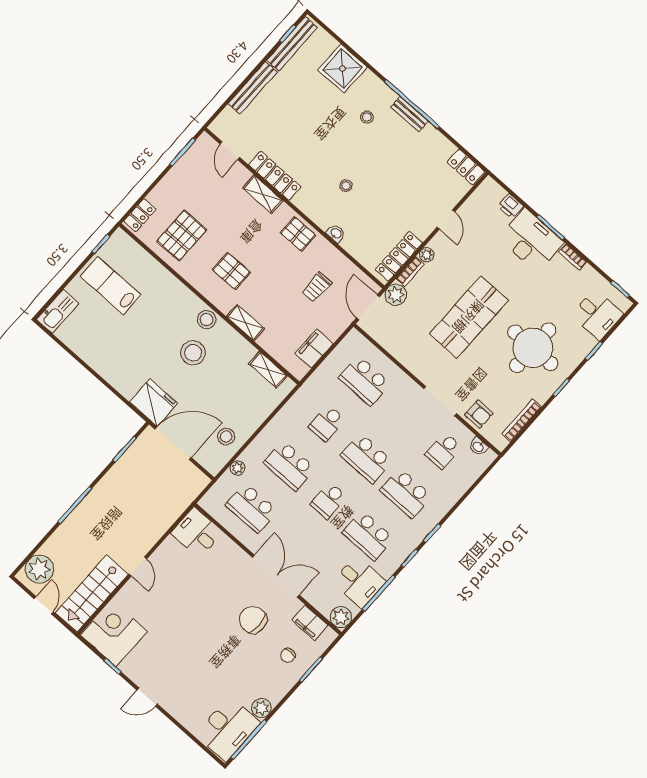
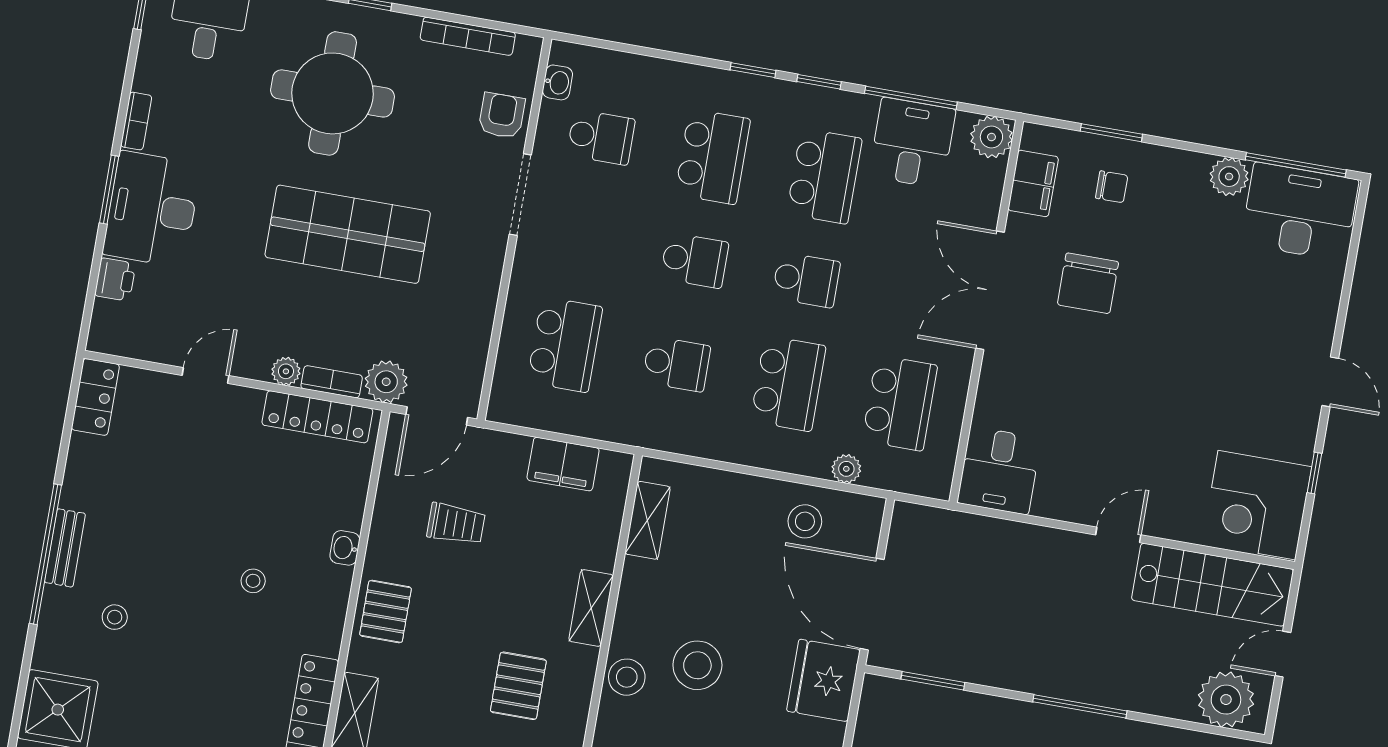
school desk: (366, 458) -> (694, 260), width x0.54

